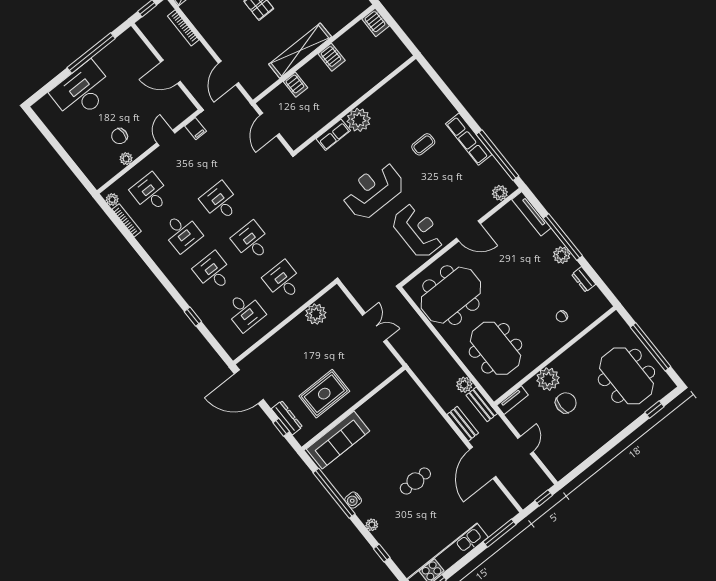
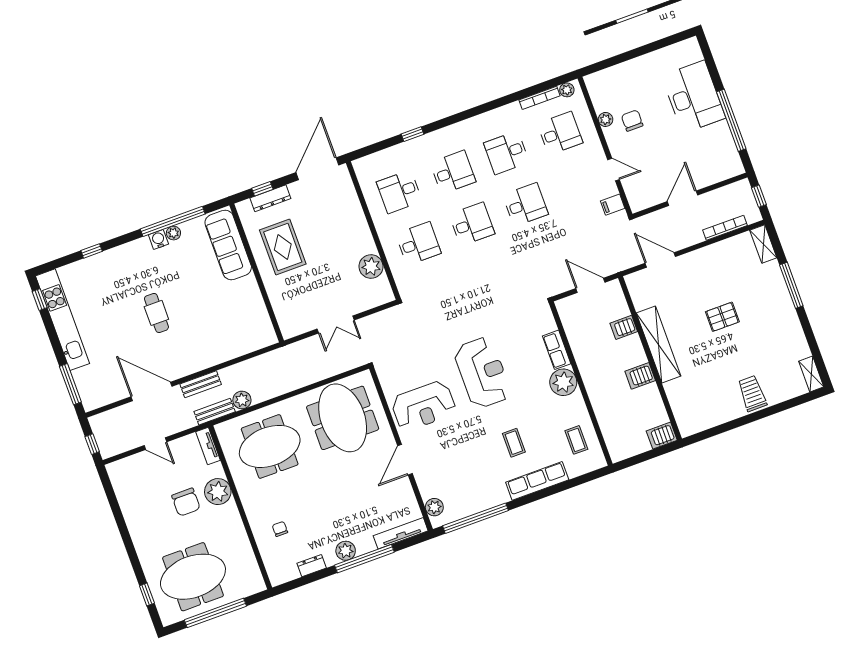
coffee table: (403, 93) -> (576, 440), added
row of seats: (469, 139) -> (537, 481), moved
plant: (372, 525) -> (173, 233), moved

